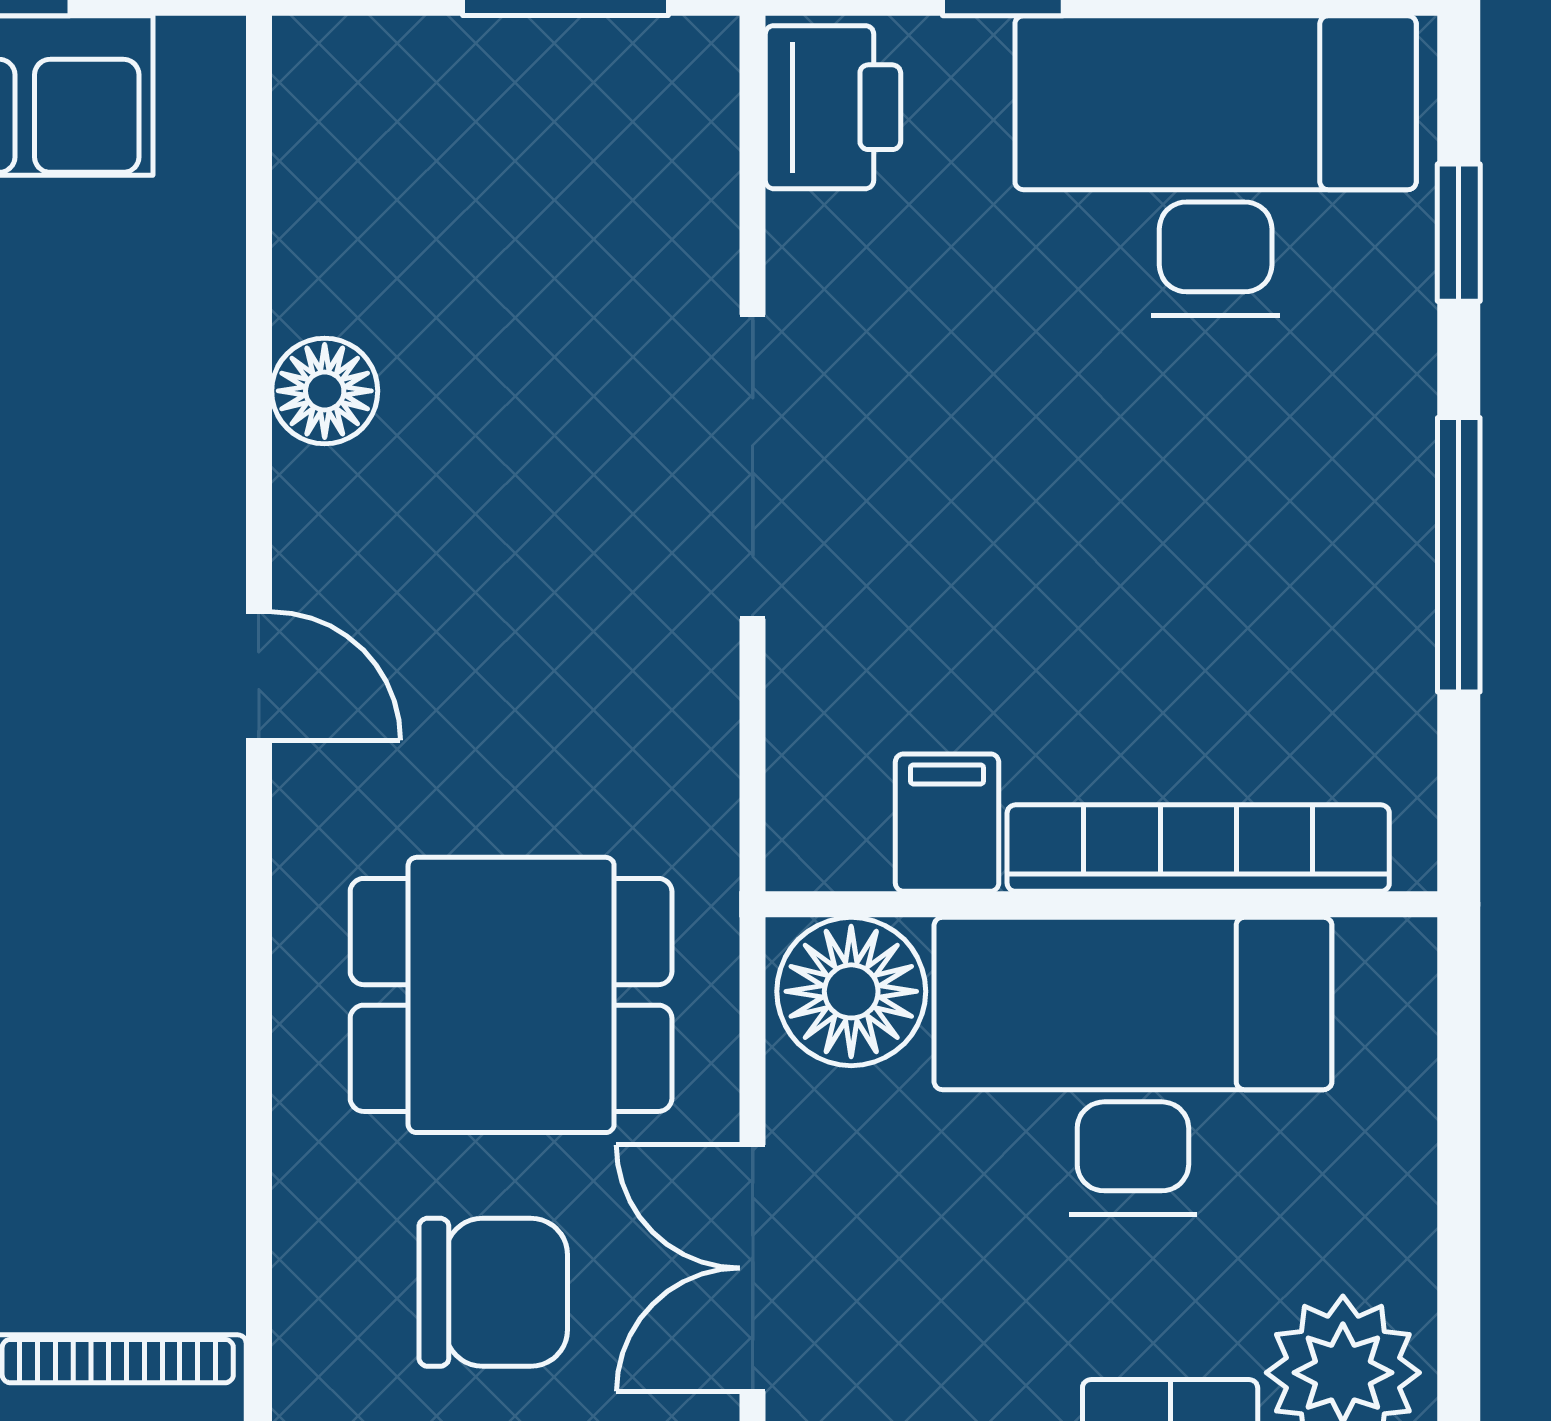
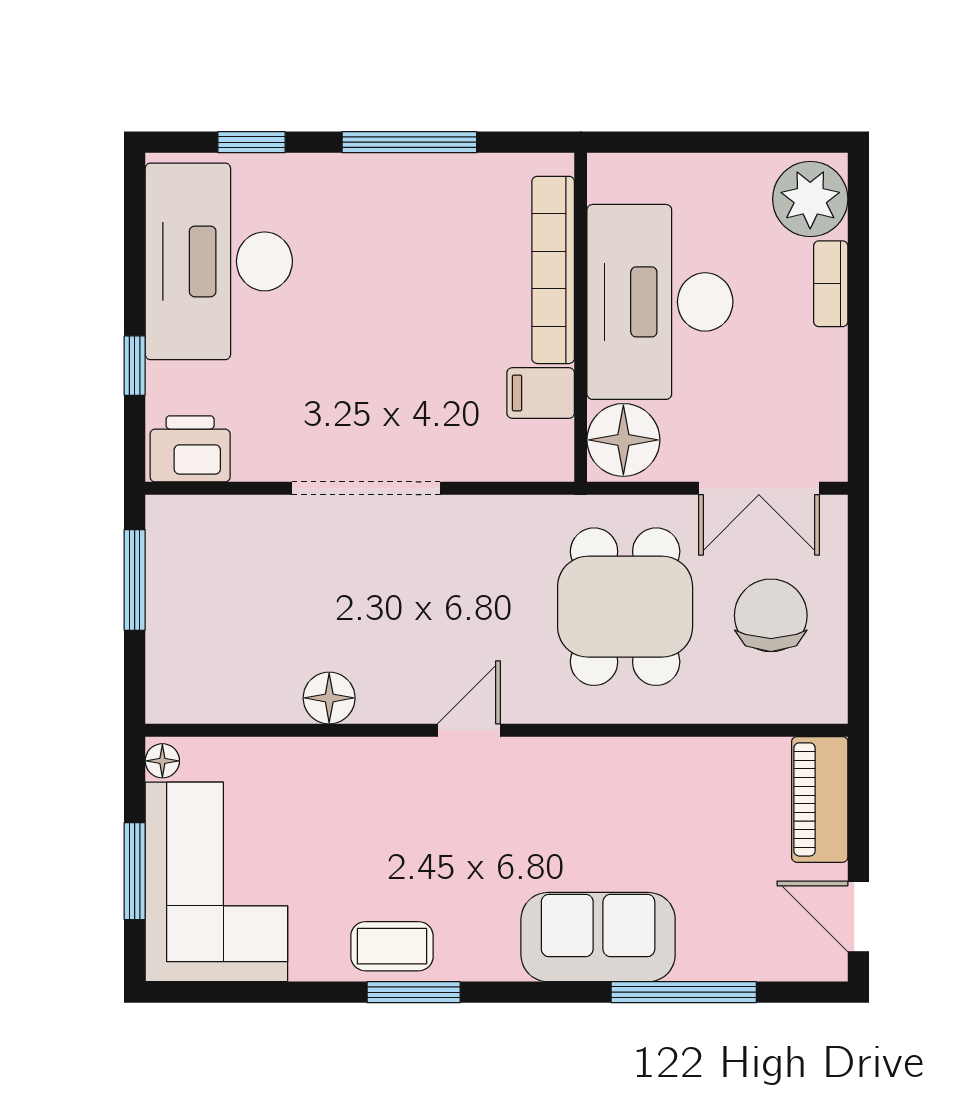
floor lamp: (196, 51) -> (162, 761), added

